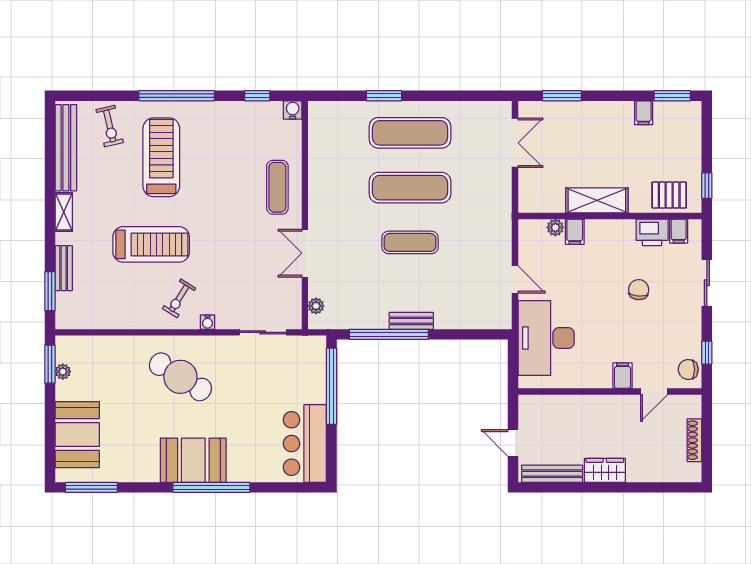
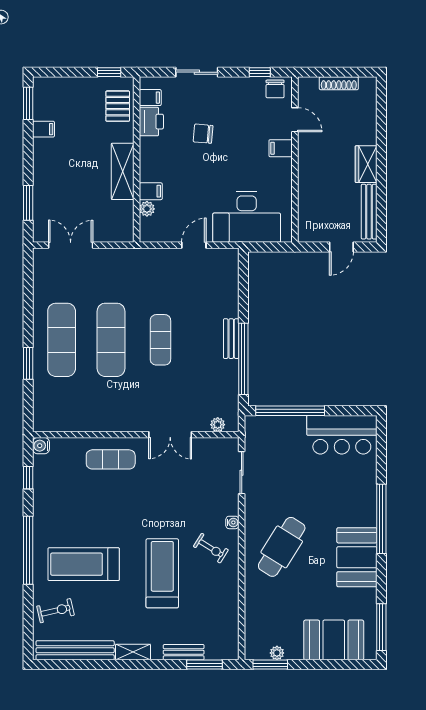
booth: (193, 460) -> (357, 557), moved

